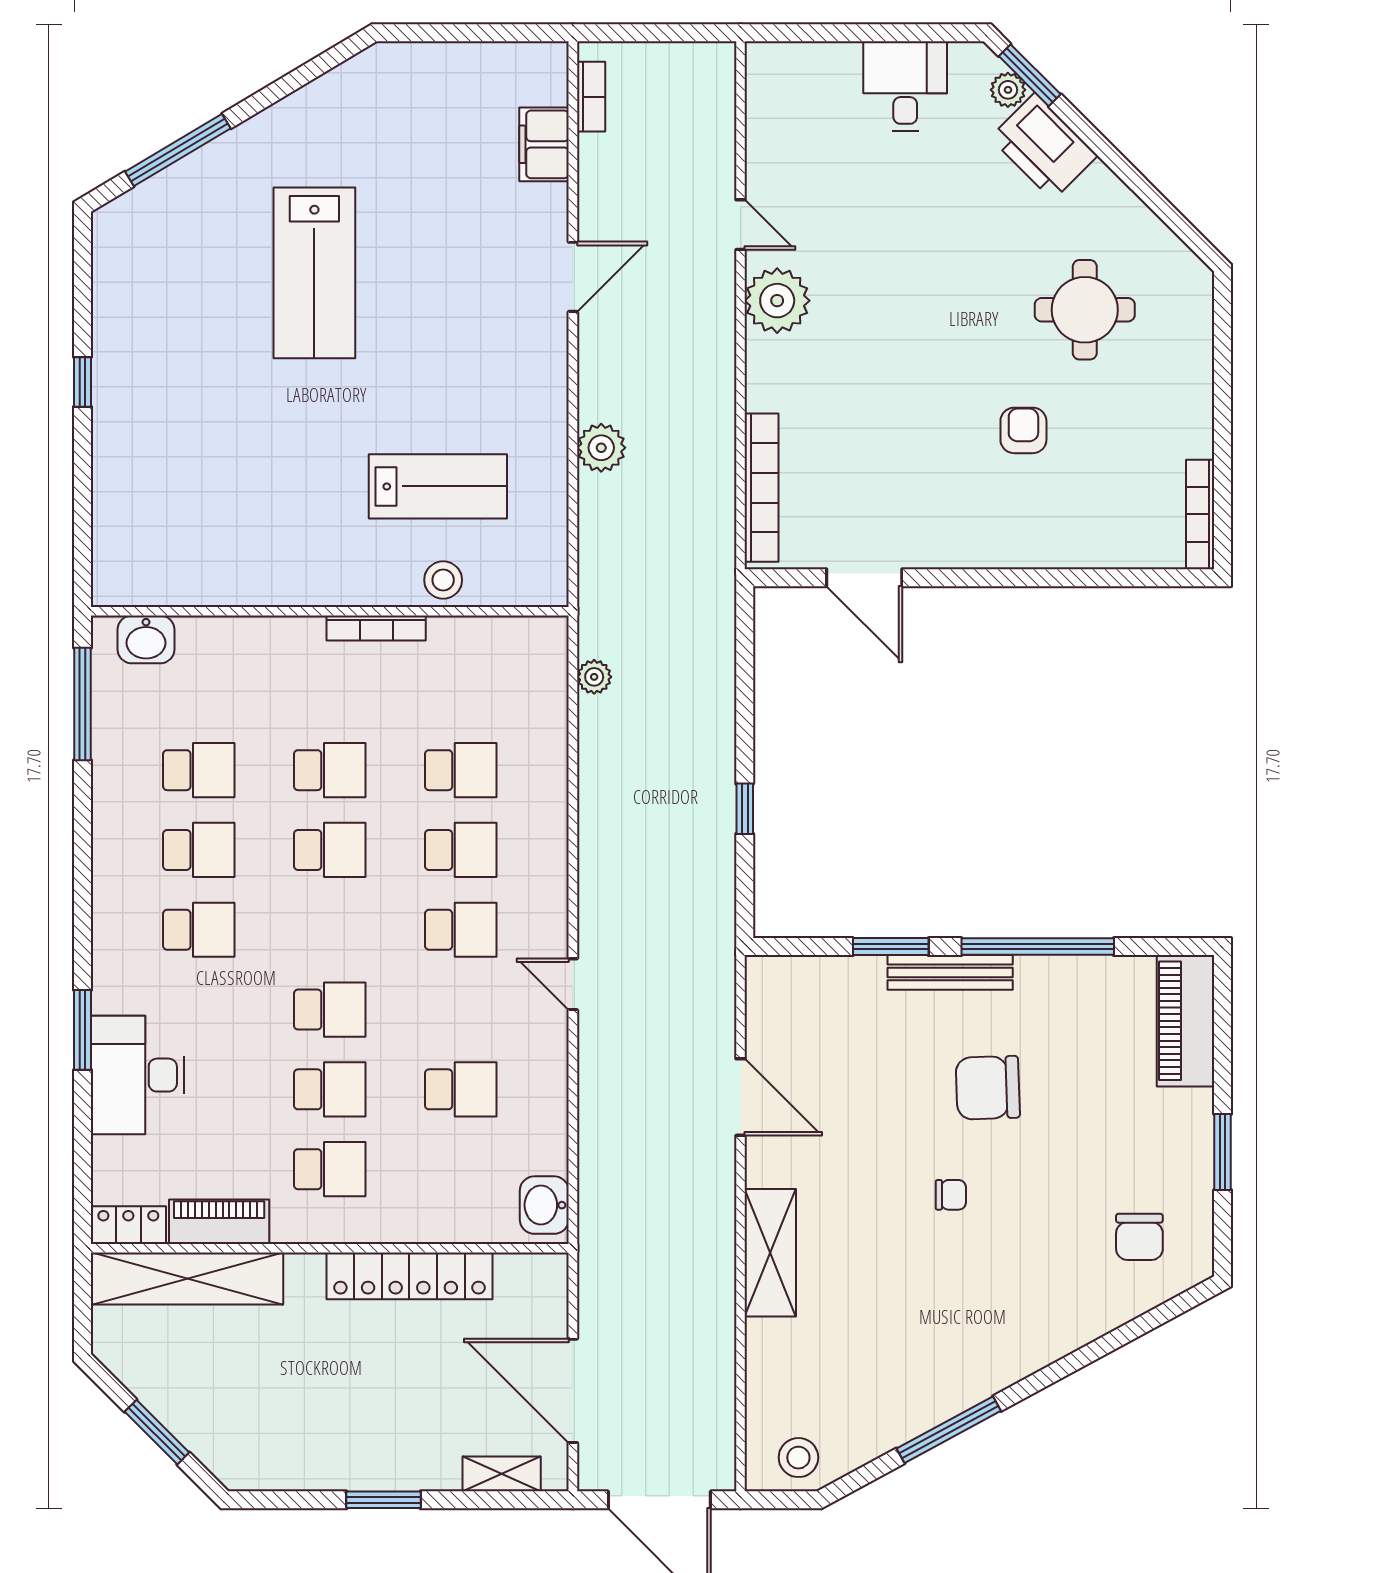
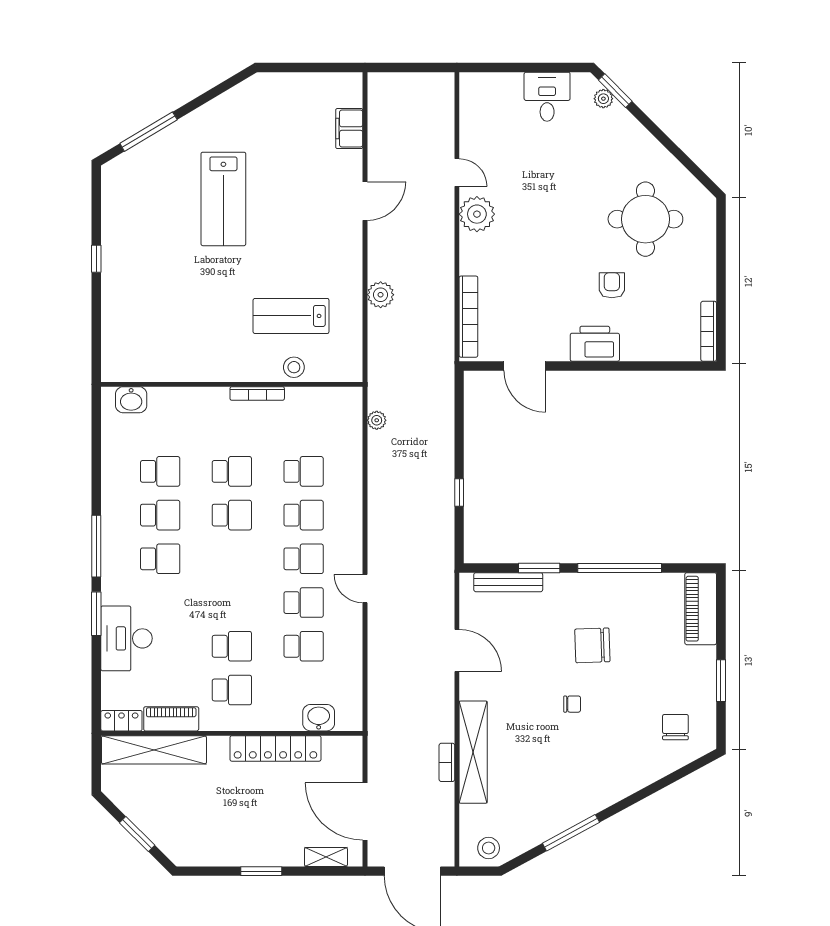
bookcase: (591, 97) -> (447, 762), moved, turned 180
printer: (1044, 147) -> (595, 344), moved, turned 135
round table: (1085, 310) -> (645, 219), width x1.36, depth x1.36
lab bench: (438, 486) -> (291, 316), turned 180
window: (82, 704) -> (96, 546), moved
bench: (950, 972) -> (508, 582), moved
school desk: (330, 1010) -> (304, 603), moved
washbasin: (544, 1205) -> (319, 718), moved, turned 90
chair: (1139, 1237) -> (675, 727), turned 180
shelving: (770, 1253) -> (473, 752), width x1.47

